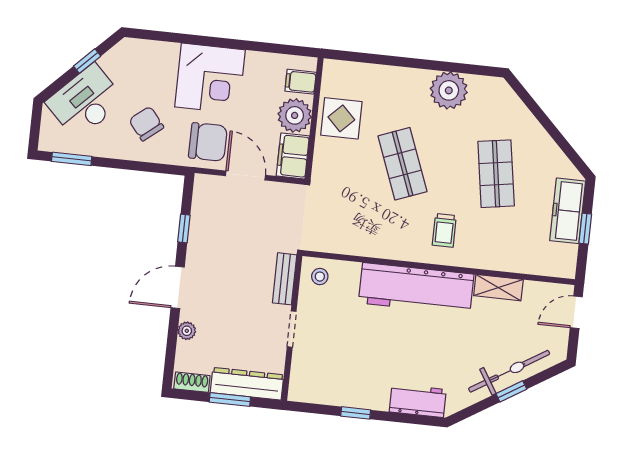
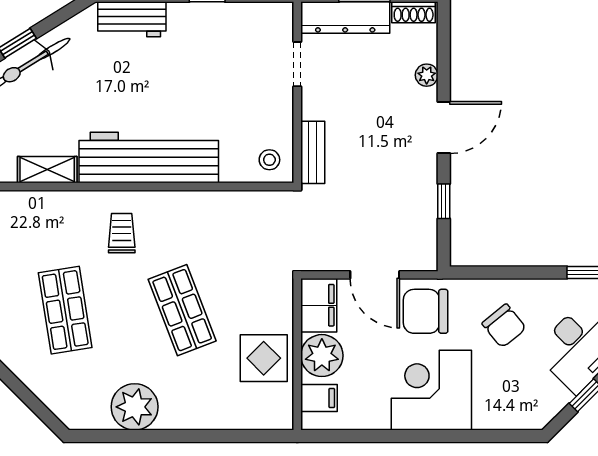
doorway: (292, 329) -> (297, 64), moved

